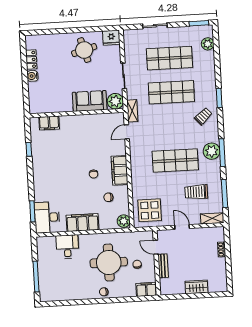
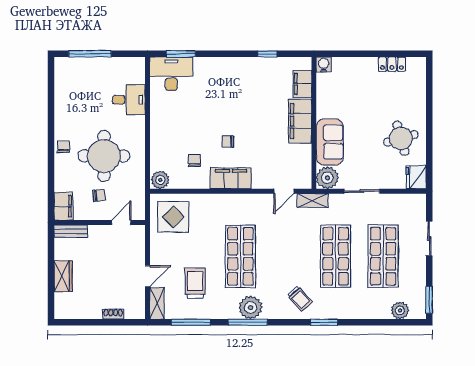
water cooler: (32, 76) -> (324, 64), moved
door: (127, 132) -> (284, 191), swing flipped
filing cabinet: (83, 223) -> (300, 121), moved, turned 180
door: (182, 227) -> (148, 276), moved
bench: (163, 266) -> (71, 231), moved

